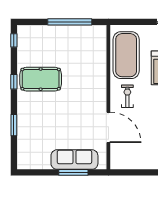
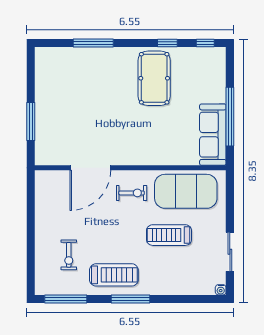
window: (14, 82) -> (167, 43), moved
window: (14, 125) -> (93, 43), width x1.44
sofa: (74, 160) -> (213, 135), moved, turned 180

